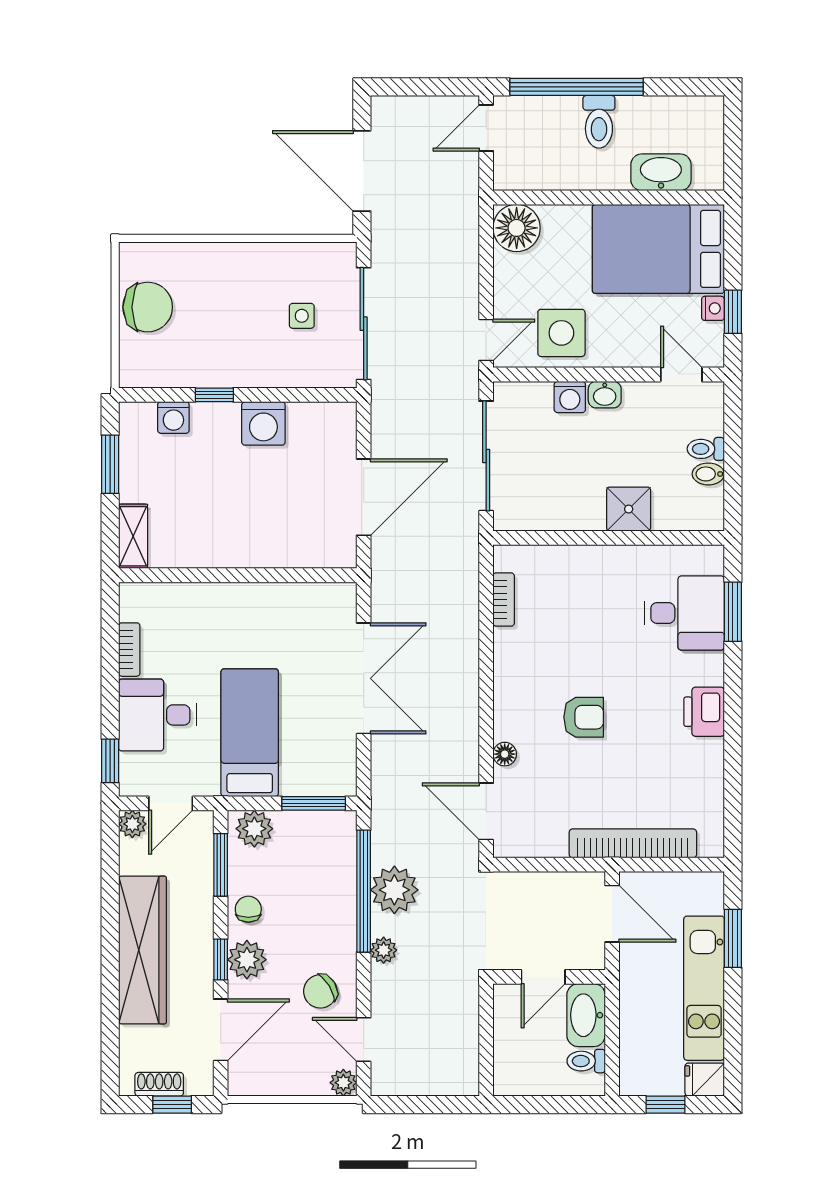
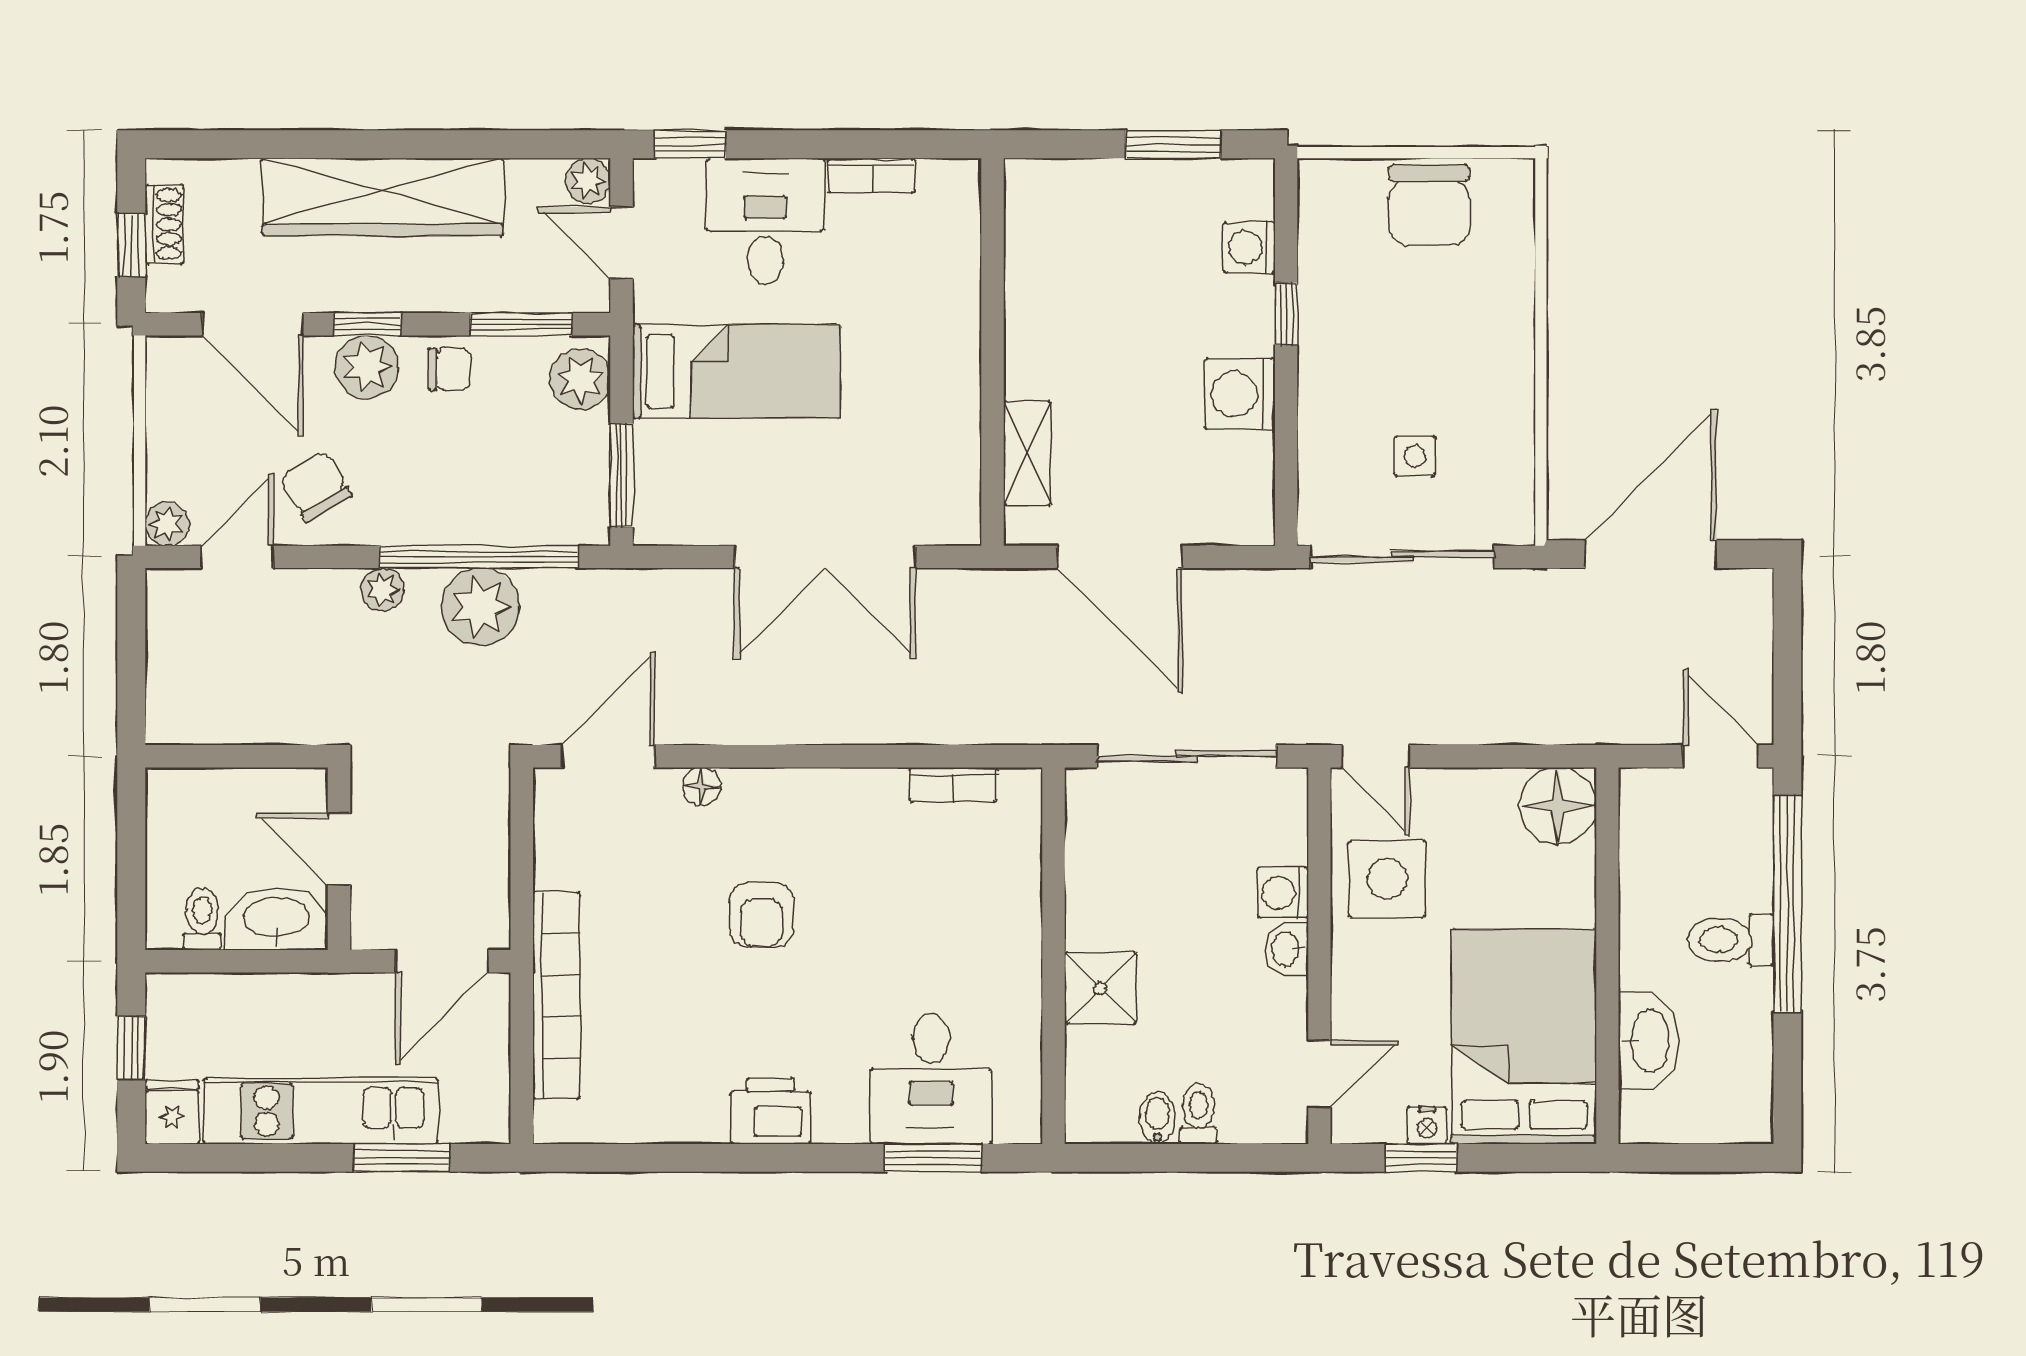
shelving: (133, 536) -> (1027, 453), moved, turned 90

